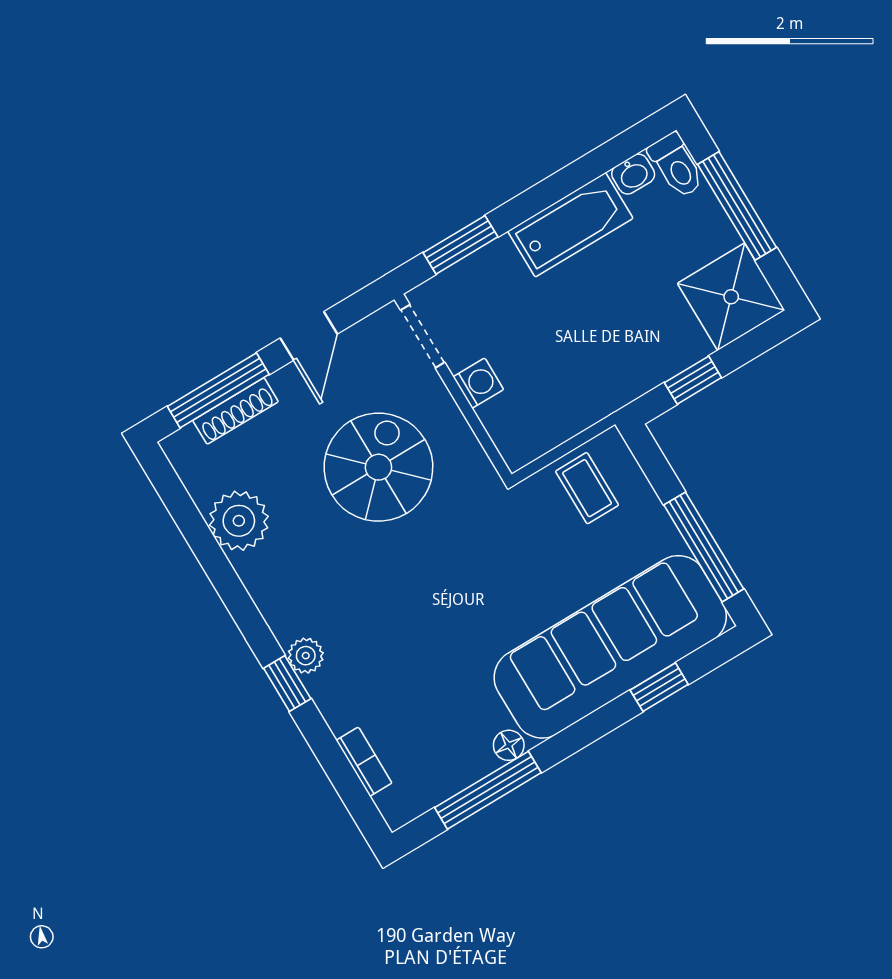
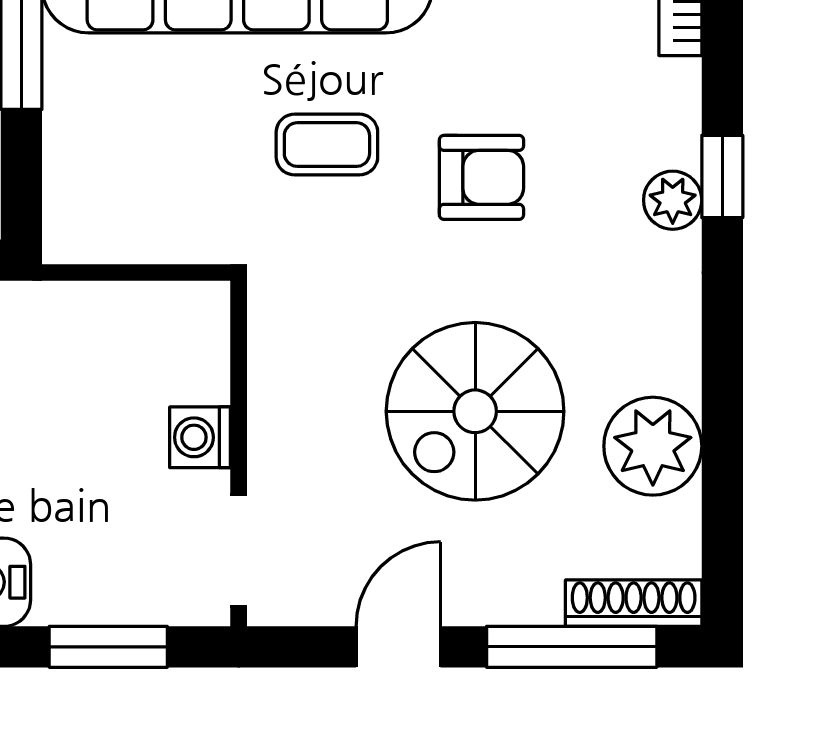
shoe rack: (236, 411) -> (634, 603), moved
spiral stairs: (378, 467) -> (475, 411), moved
coffee table: (587, 488) -> (327, 145), moved, turned 90
armchair: (413, 607) -> (481, 177), added

